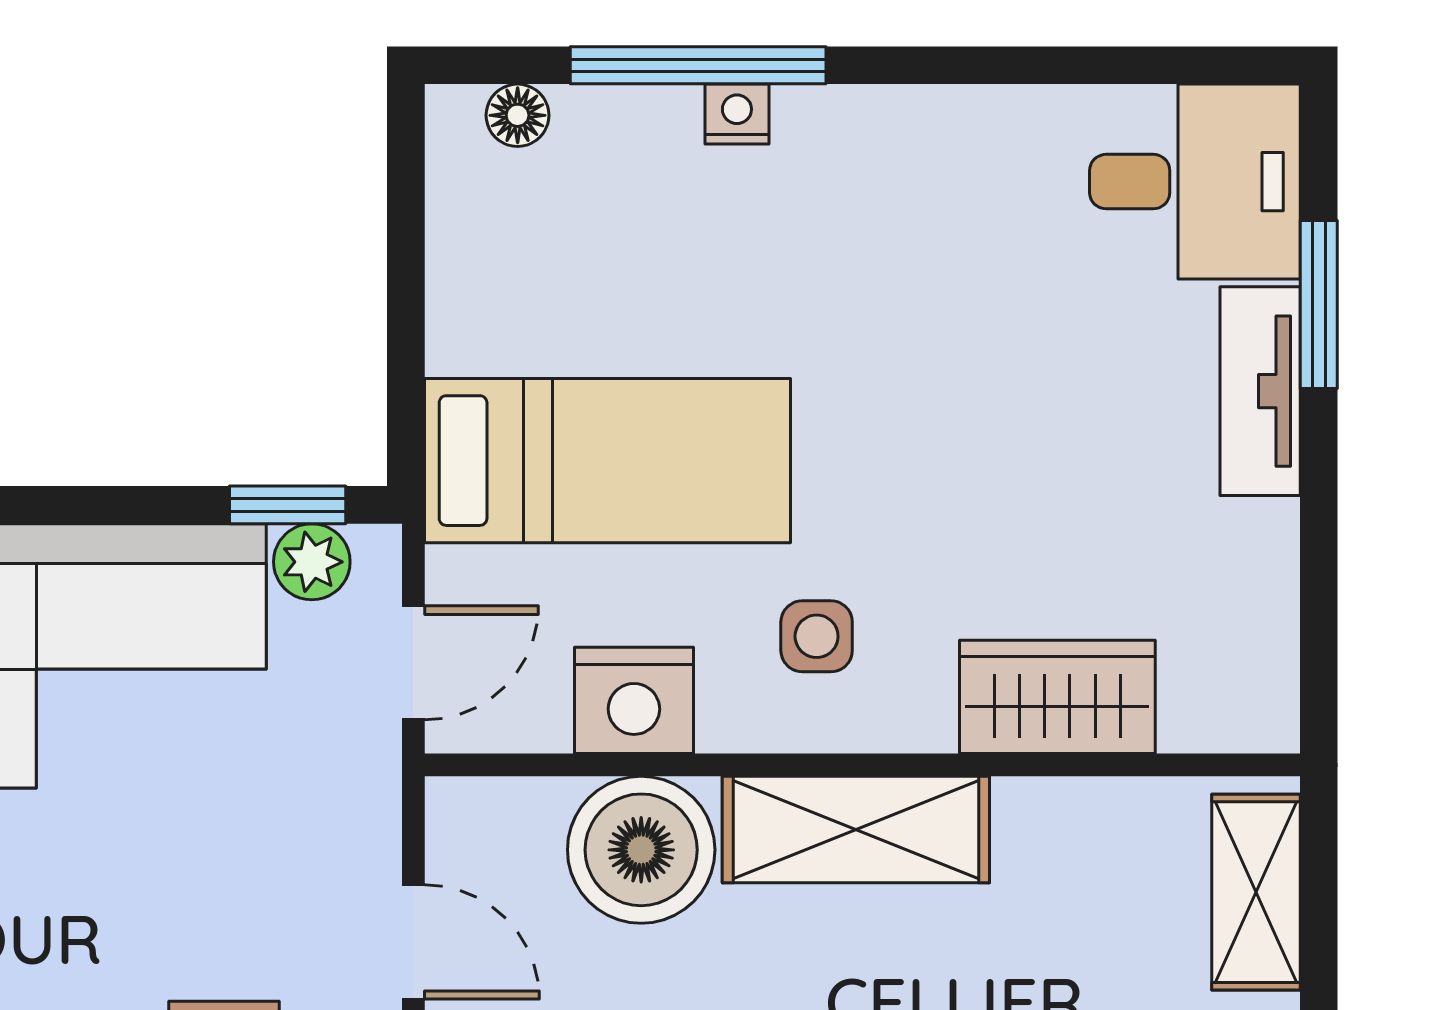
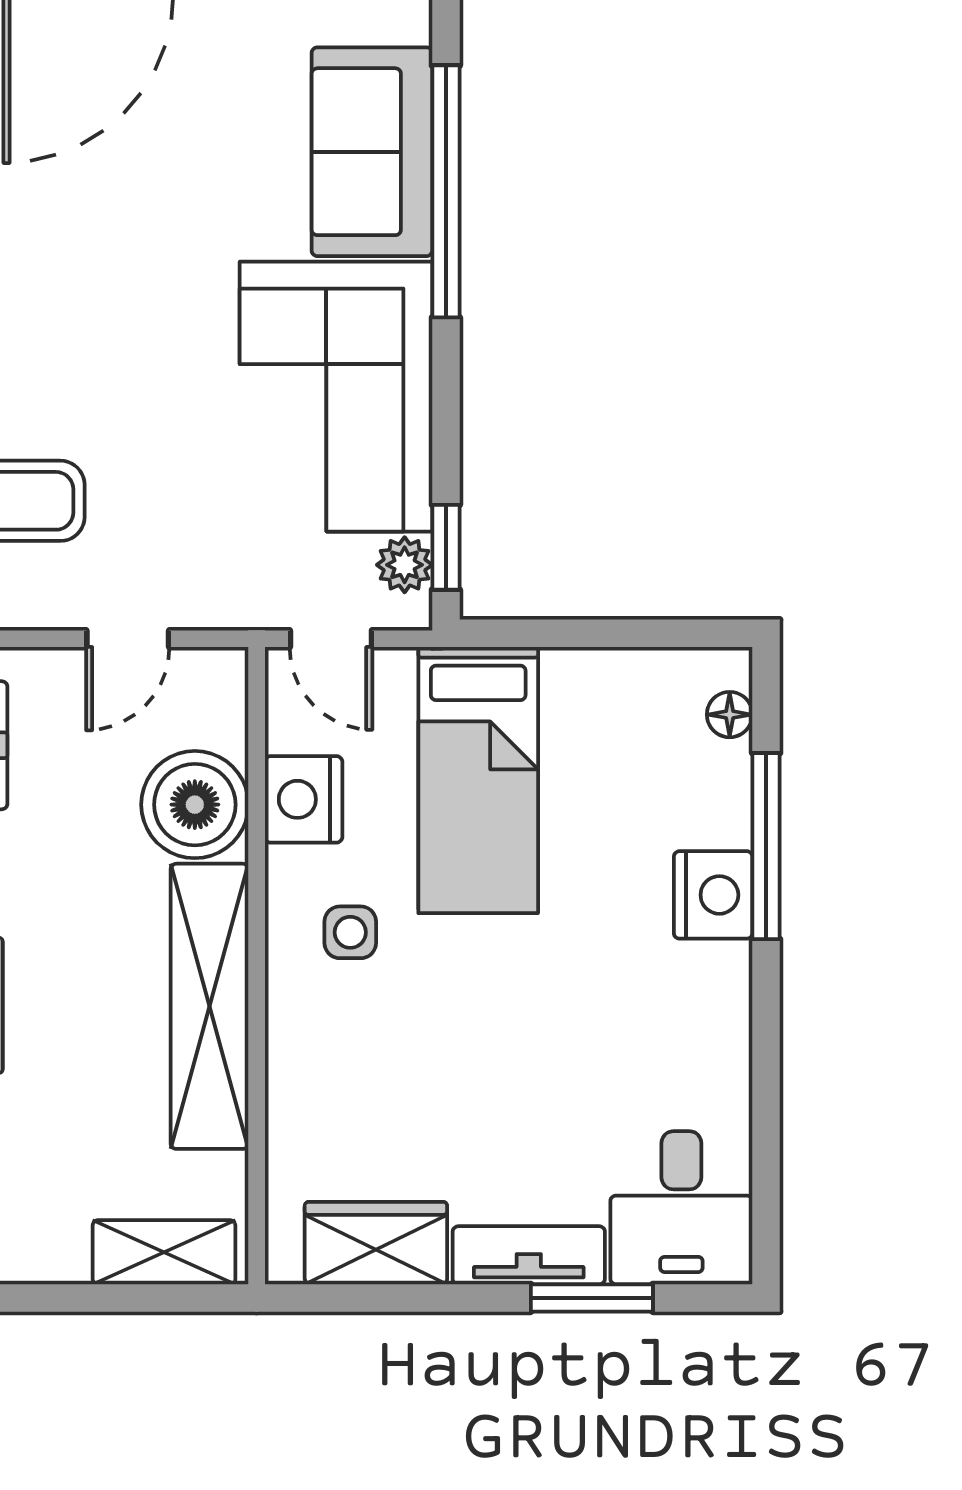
nightstand: (737, 114) -> (713, 895), width x1.89, depth x1.79
wardrobe: (1057, 697) -> (376, 1243), moved, turned -90
shelving: (856, 830) -> (210, 1006), width x1.47

